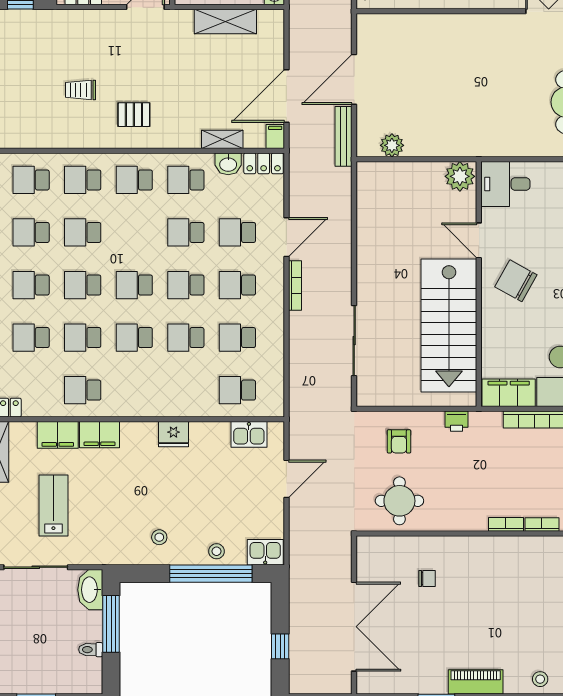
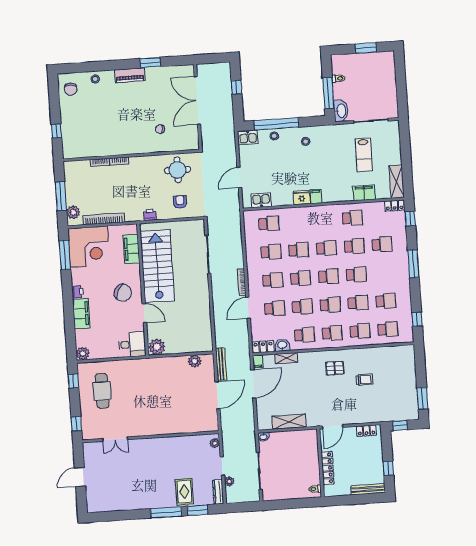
school desk: (31, 285) -> (330, 305), moved
filing cabinet: (509, 393) -> (131, 249), moved, turned 90
filing cabinet: (100, 435) -> (316, 196), moved, width x0.50

